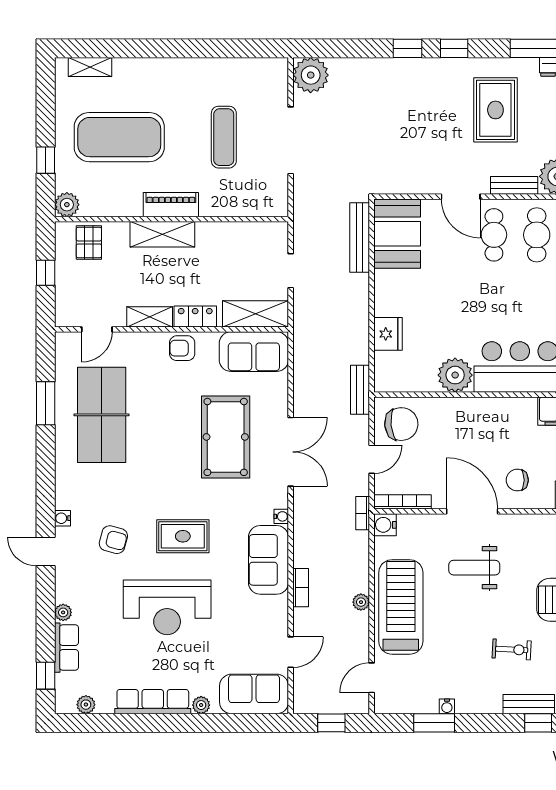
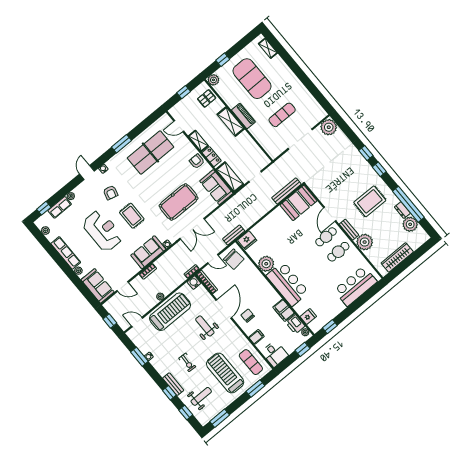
fridge: (388, 334) -> (247, 240), moved
window: (46, 403) -> (122, 144), moved
reception desk: (167, 607) -> (103, 231), turned 180

